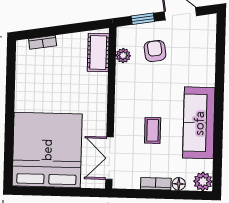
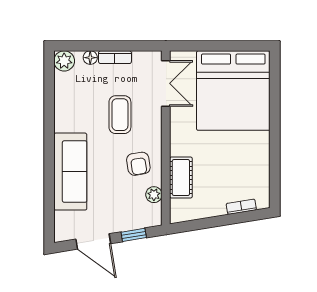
armchair: (155, 51) -> (138, 164), moved
cot: (98, 53) -> (181, 178), moved
sofa: (199, 123) -> (70, 172), moved
coffee table: (153, 130) -> (120, 115), width x1.36, depth x1.30

